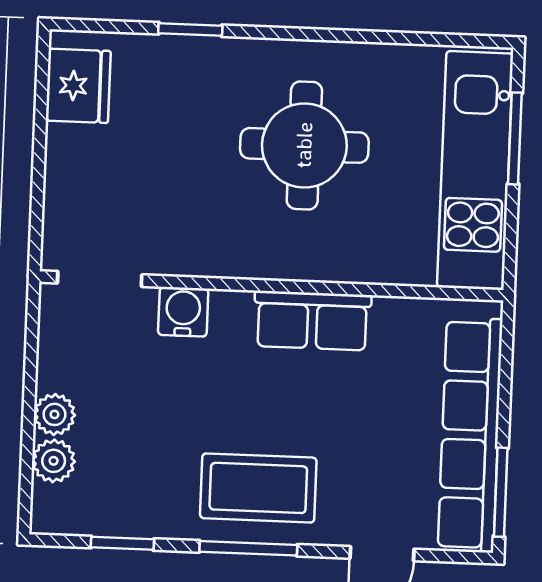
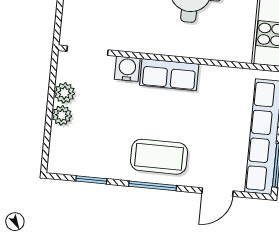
row of seats: (312, 321) -> (169, 75), moved
plant: (54, 461) -> (64, 93), moved

